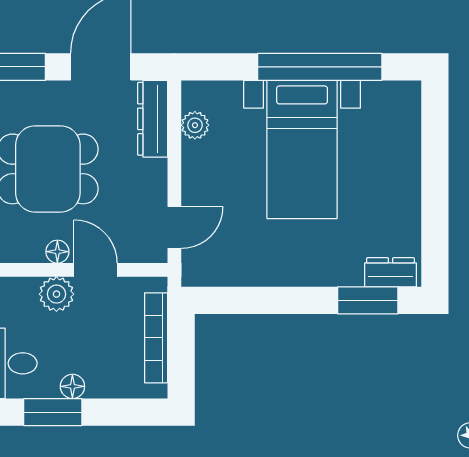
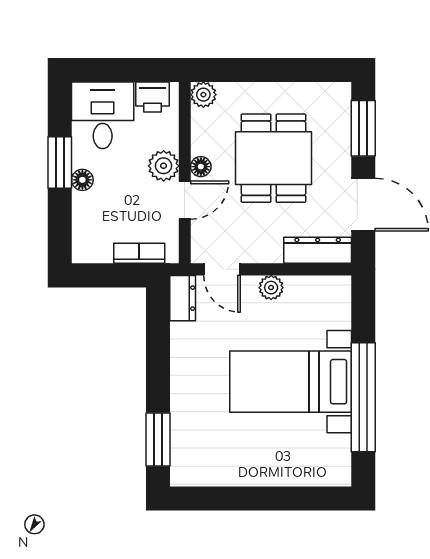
plant: (195, 125) -> (271, 288), moved
dresser: (390, 272) -> (183, 298), moved
bookcase: (156, 338) -> (139, 253), width x0.64

